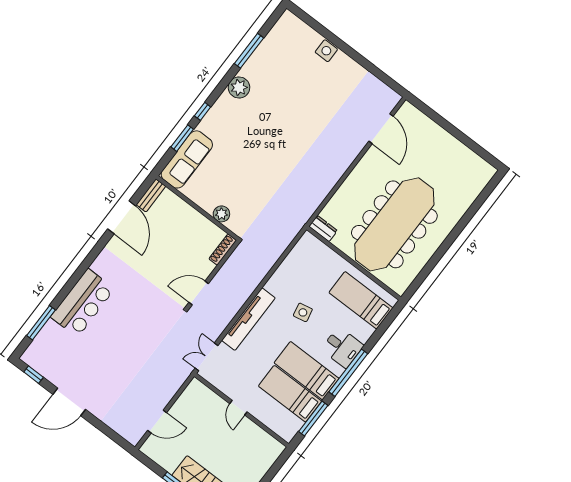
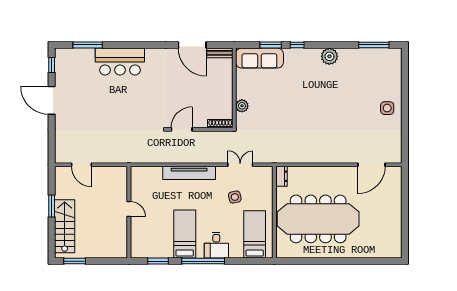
window: (249, 51) -> (374, 45), moved
side table: (326, 51) -> (387, 108), moved
door: (122, 217) -> (192, 45), hinge flipped
door: (199, 293) -> (182, 129), hinge flipped
side table: (303, 312) -> (235, 197), moved
double door: (206, 357) -> (240, 165), moved
bed: (290, 394) -> (162, 235), removed
door: (238, 408) -> (129, 209), swing flipped
window: (313, 418) -> (158, 261), width x0.69

